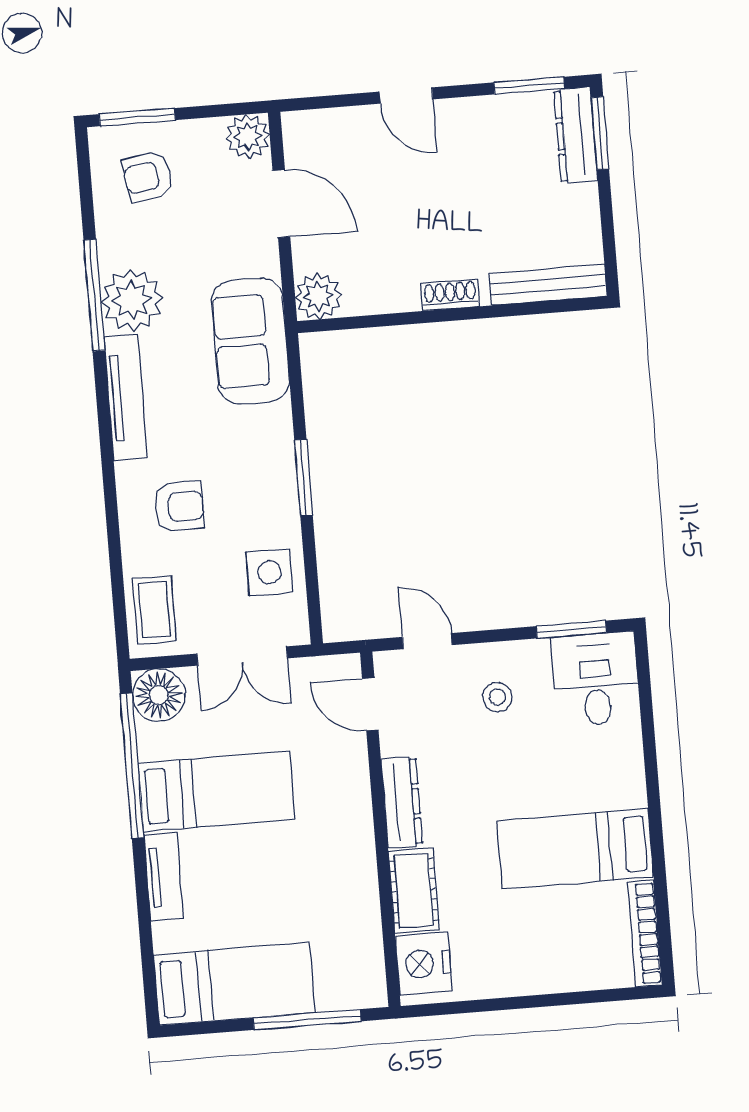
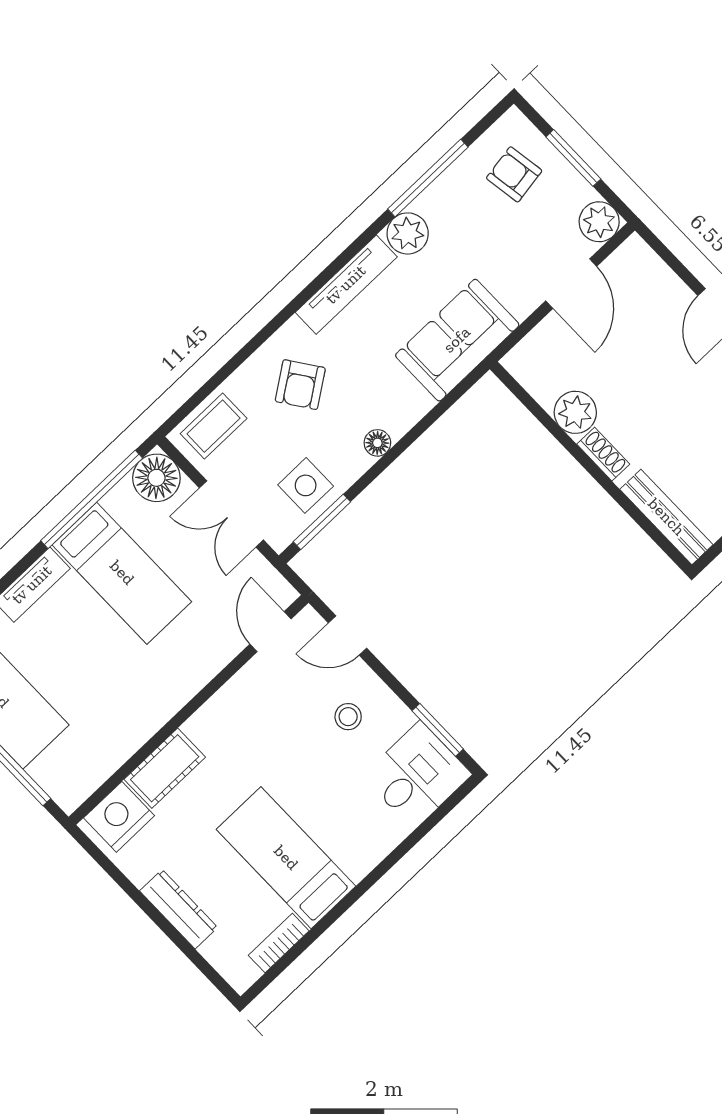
window: (137, 117) -> (573, 158), moved
window: (94, 295) -> (428, 178), moved
plant: (318, 296) -> (575, 412), moved
plant: (132, 300) -> (408, 233), width x0.73, depth x0.73
window: (303, 478) -> (322, 522), moved
floor lamp: (283, 481) -> (377, 443), added
armchair: (179, 507) -> (300, 385), turned 55
door: (427, 641) -> (347, 635), swing flipped
dresser: (402, 802) -> (179, 909), moved, turned -90
bookcase: (645, 934) -> (279, 943), width x0.64

